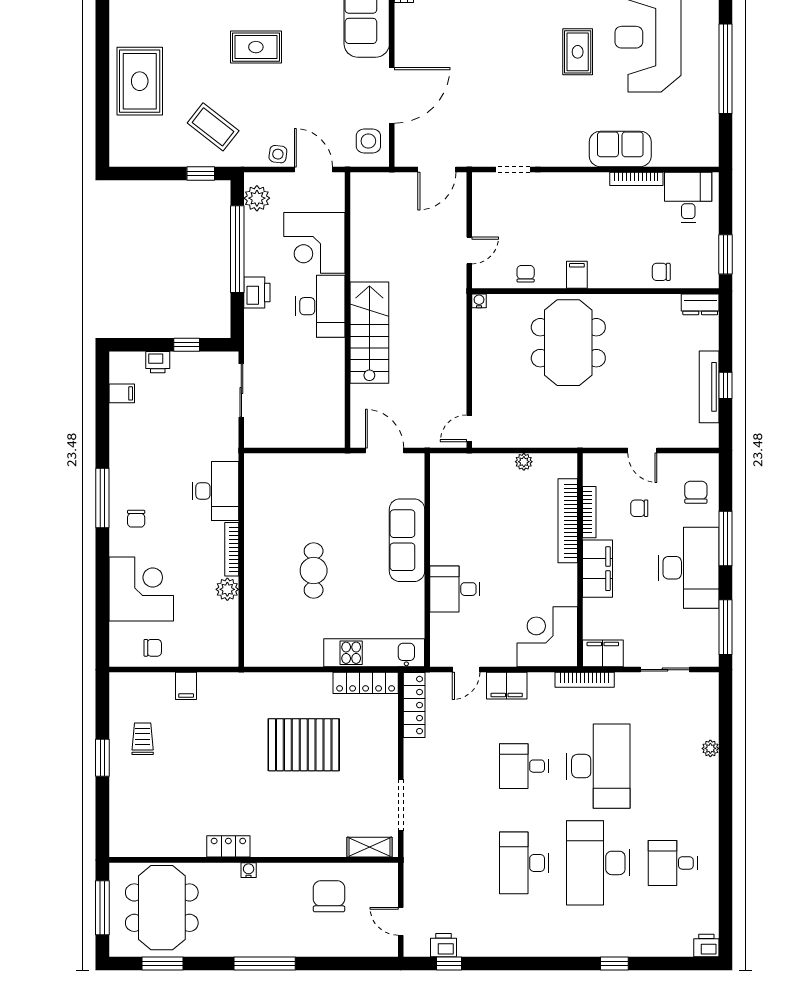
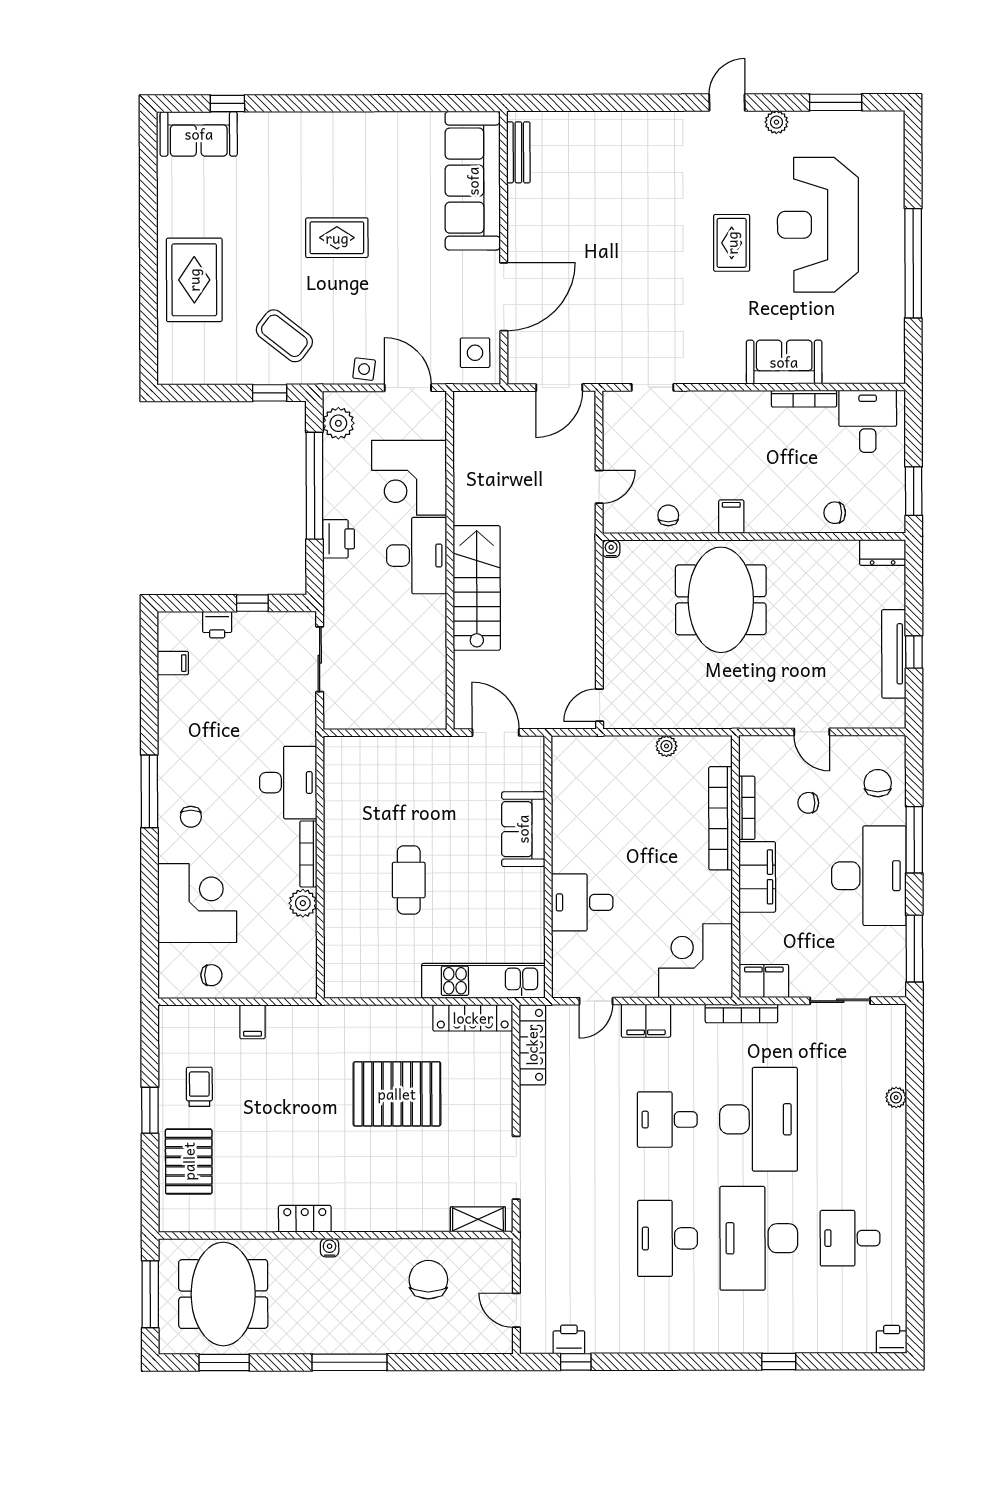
sofa: (407, 540) -> (523, 829), width x0.73
pallet: (134, 800) -> (189, 1161), added

